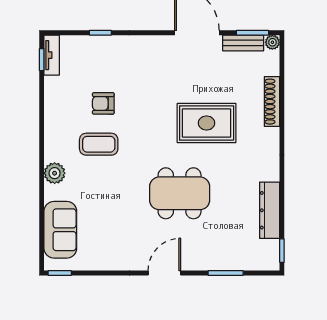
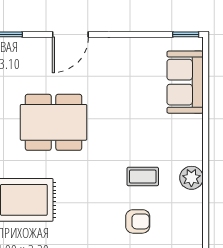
coffee table: (99, 144) -> (143, 176), width x0.73, depth x0.77
plant: (55, 173) -> (191, 178), moved

